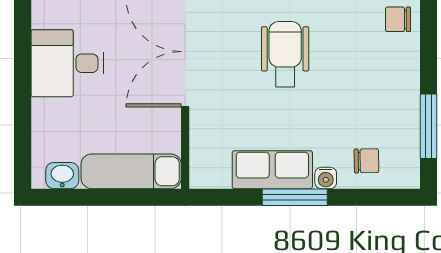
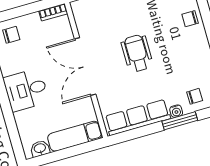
row of seats: (272, 170) -> (138, 117), width x1.48
window: (295, 197) -> (180, 121), moved

